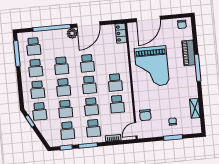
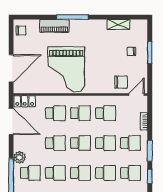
door: (148, 19) -> (11, 68), hinge flipped
door: (88, 25) -> (11, 121), moved
school desk: (59, 44) -> (30, 173), added
school desk: (113, 61) -> (55, 113), added
grand piano: (152, 67) -> (66, 69), turned 90
door: (136, 129) -> (136, 94), swing flipped

